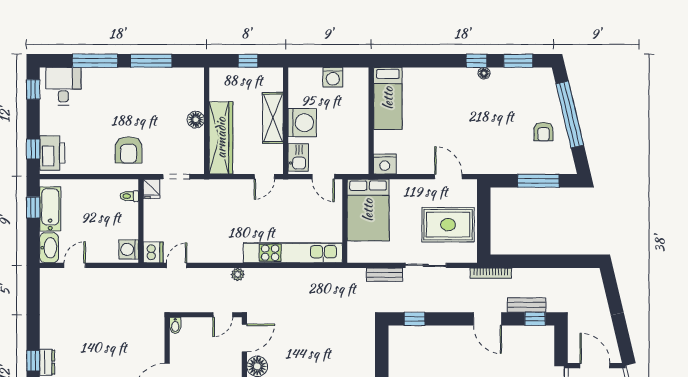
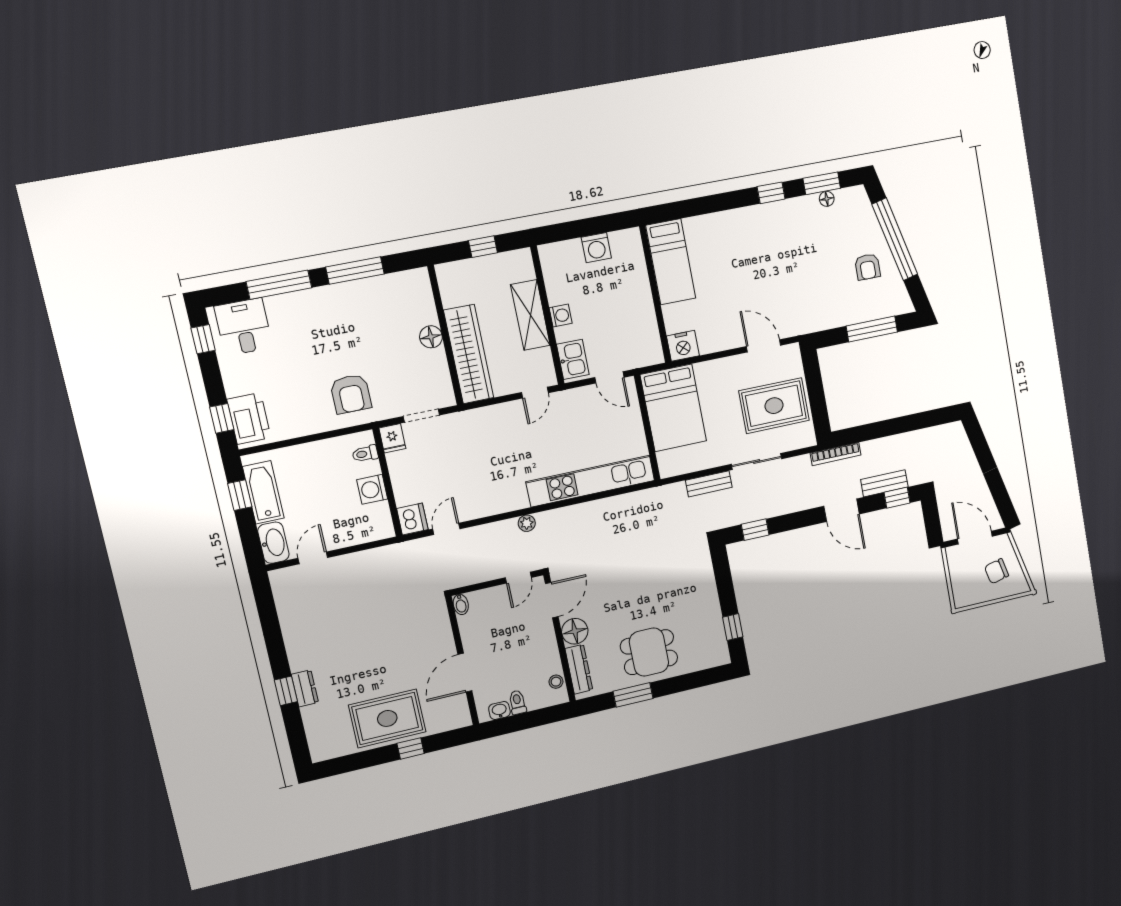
floor lamp: (484, 73) -> (827, 199), moved
washing machine: (302, 123) -> (561, 315), width x0.53, depth x0.53
washing machine: (129, 249) -> (372, 489), moved

